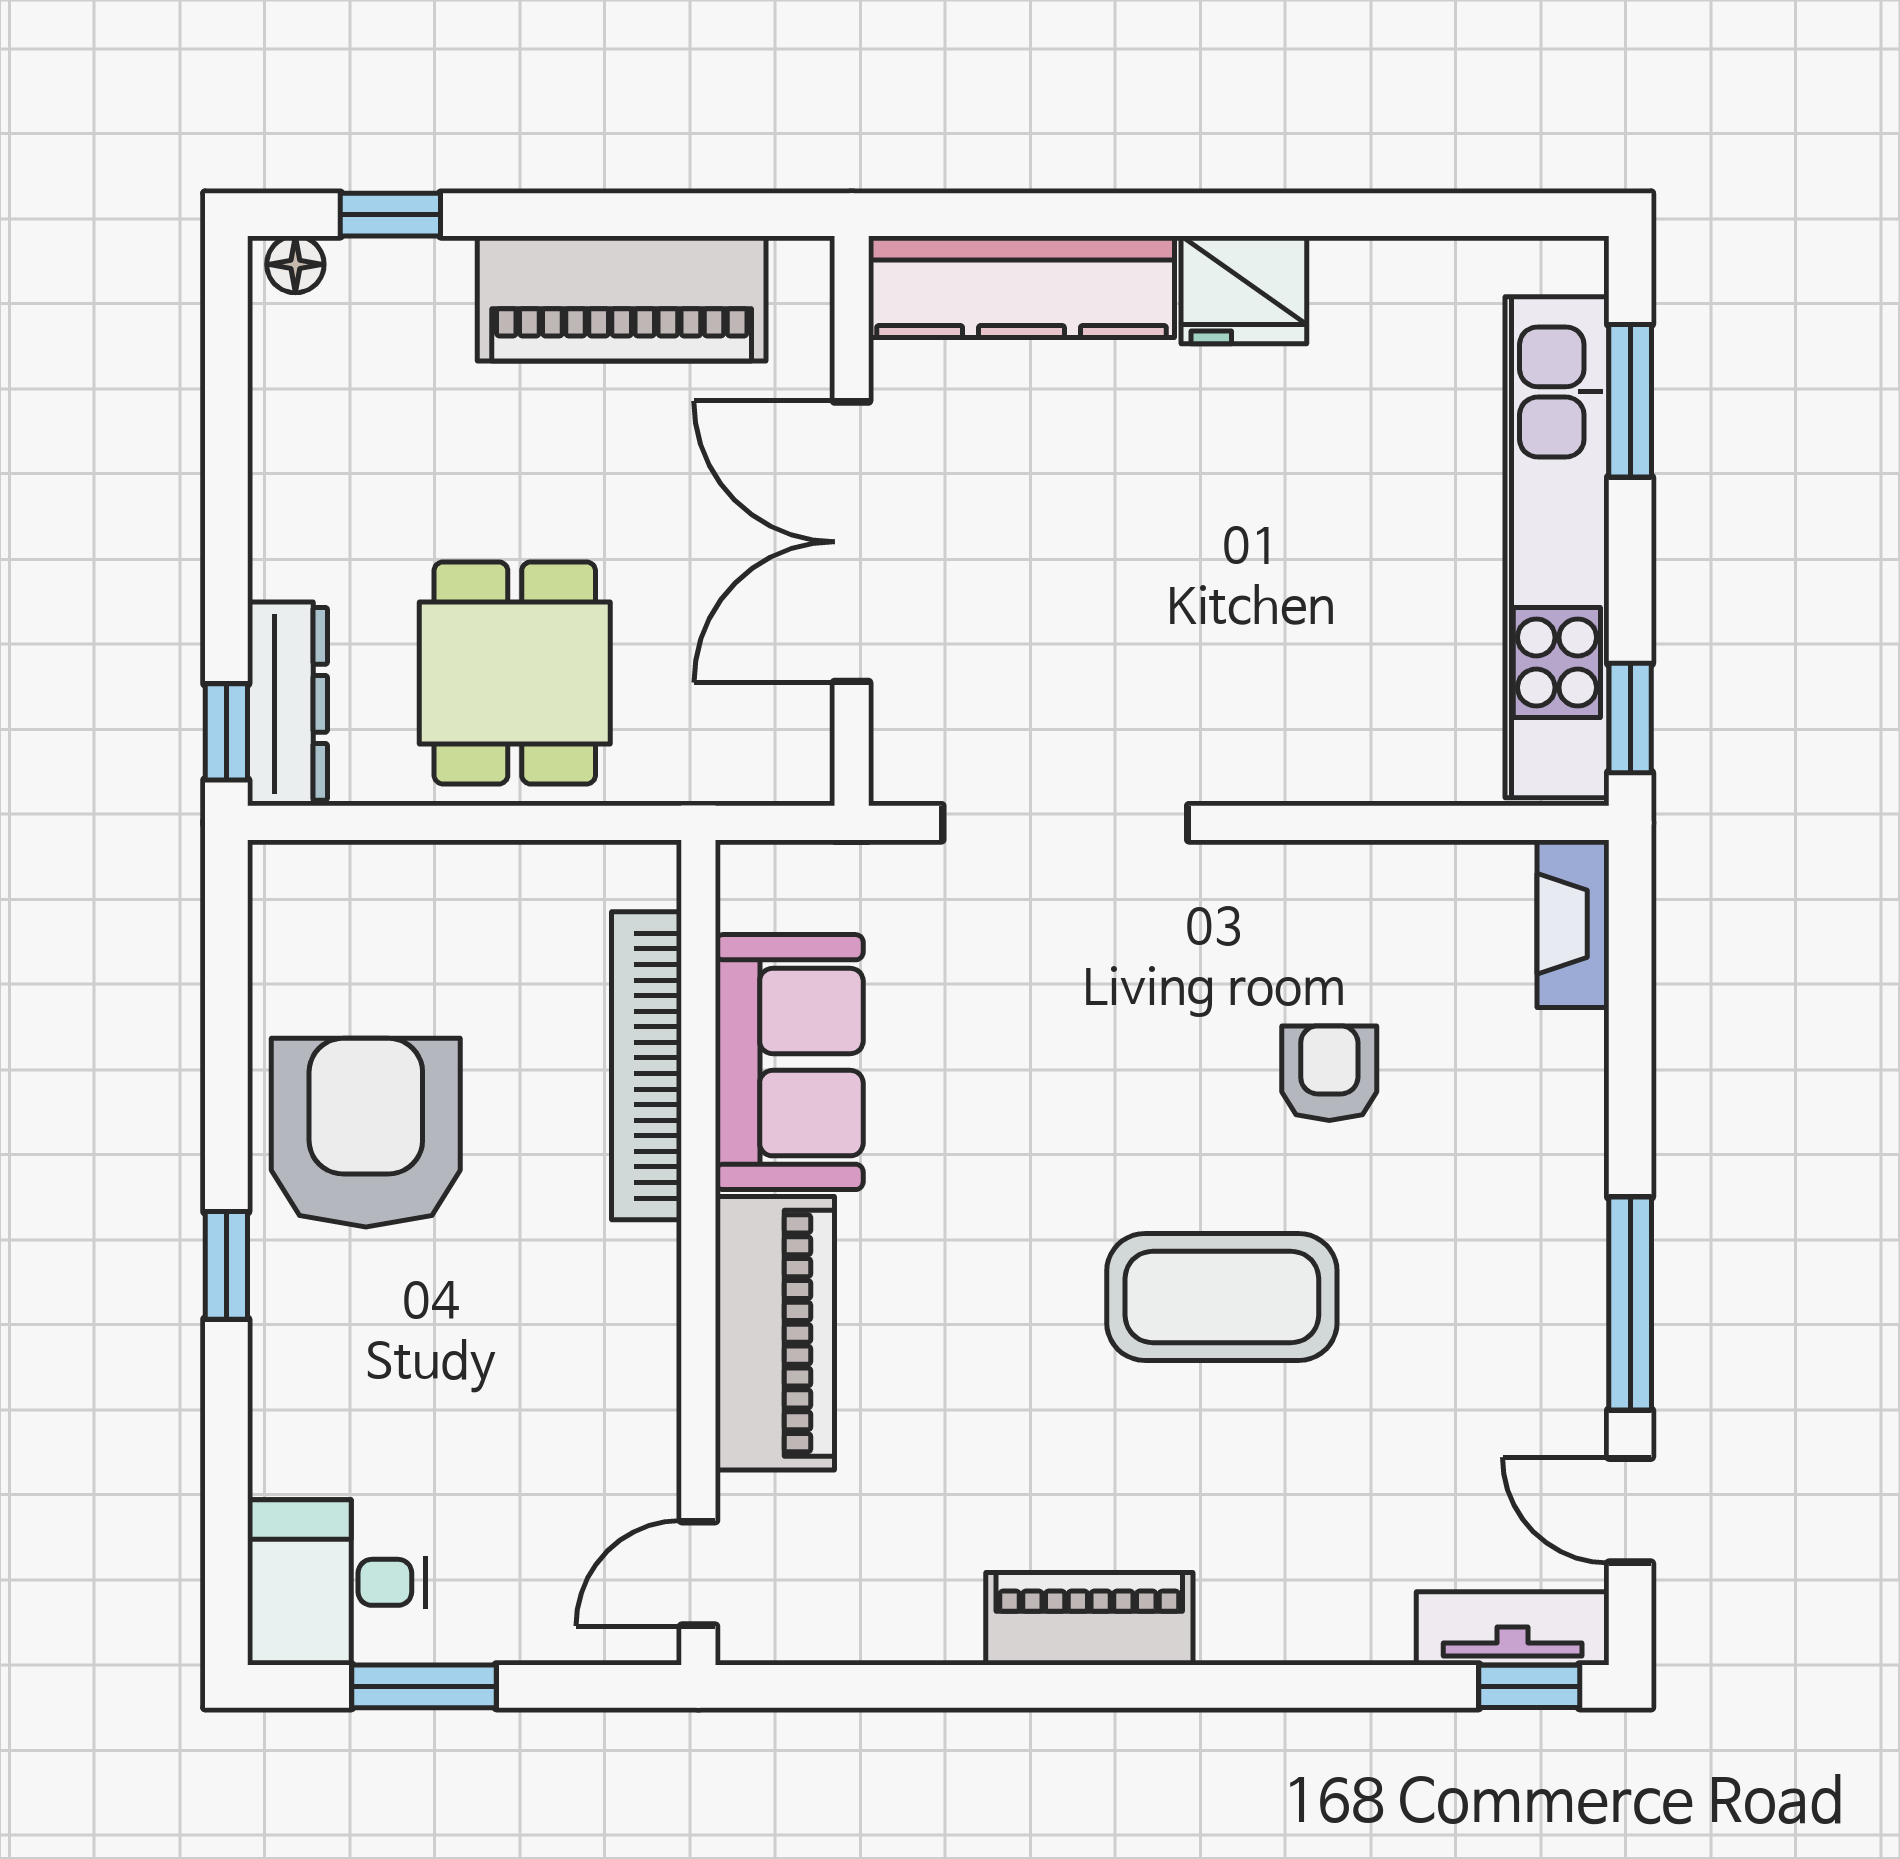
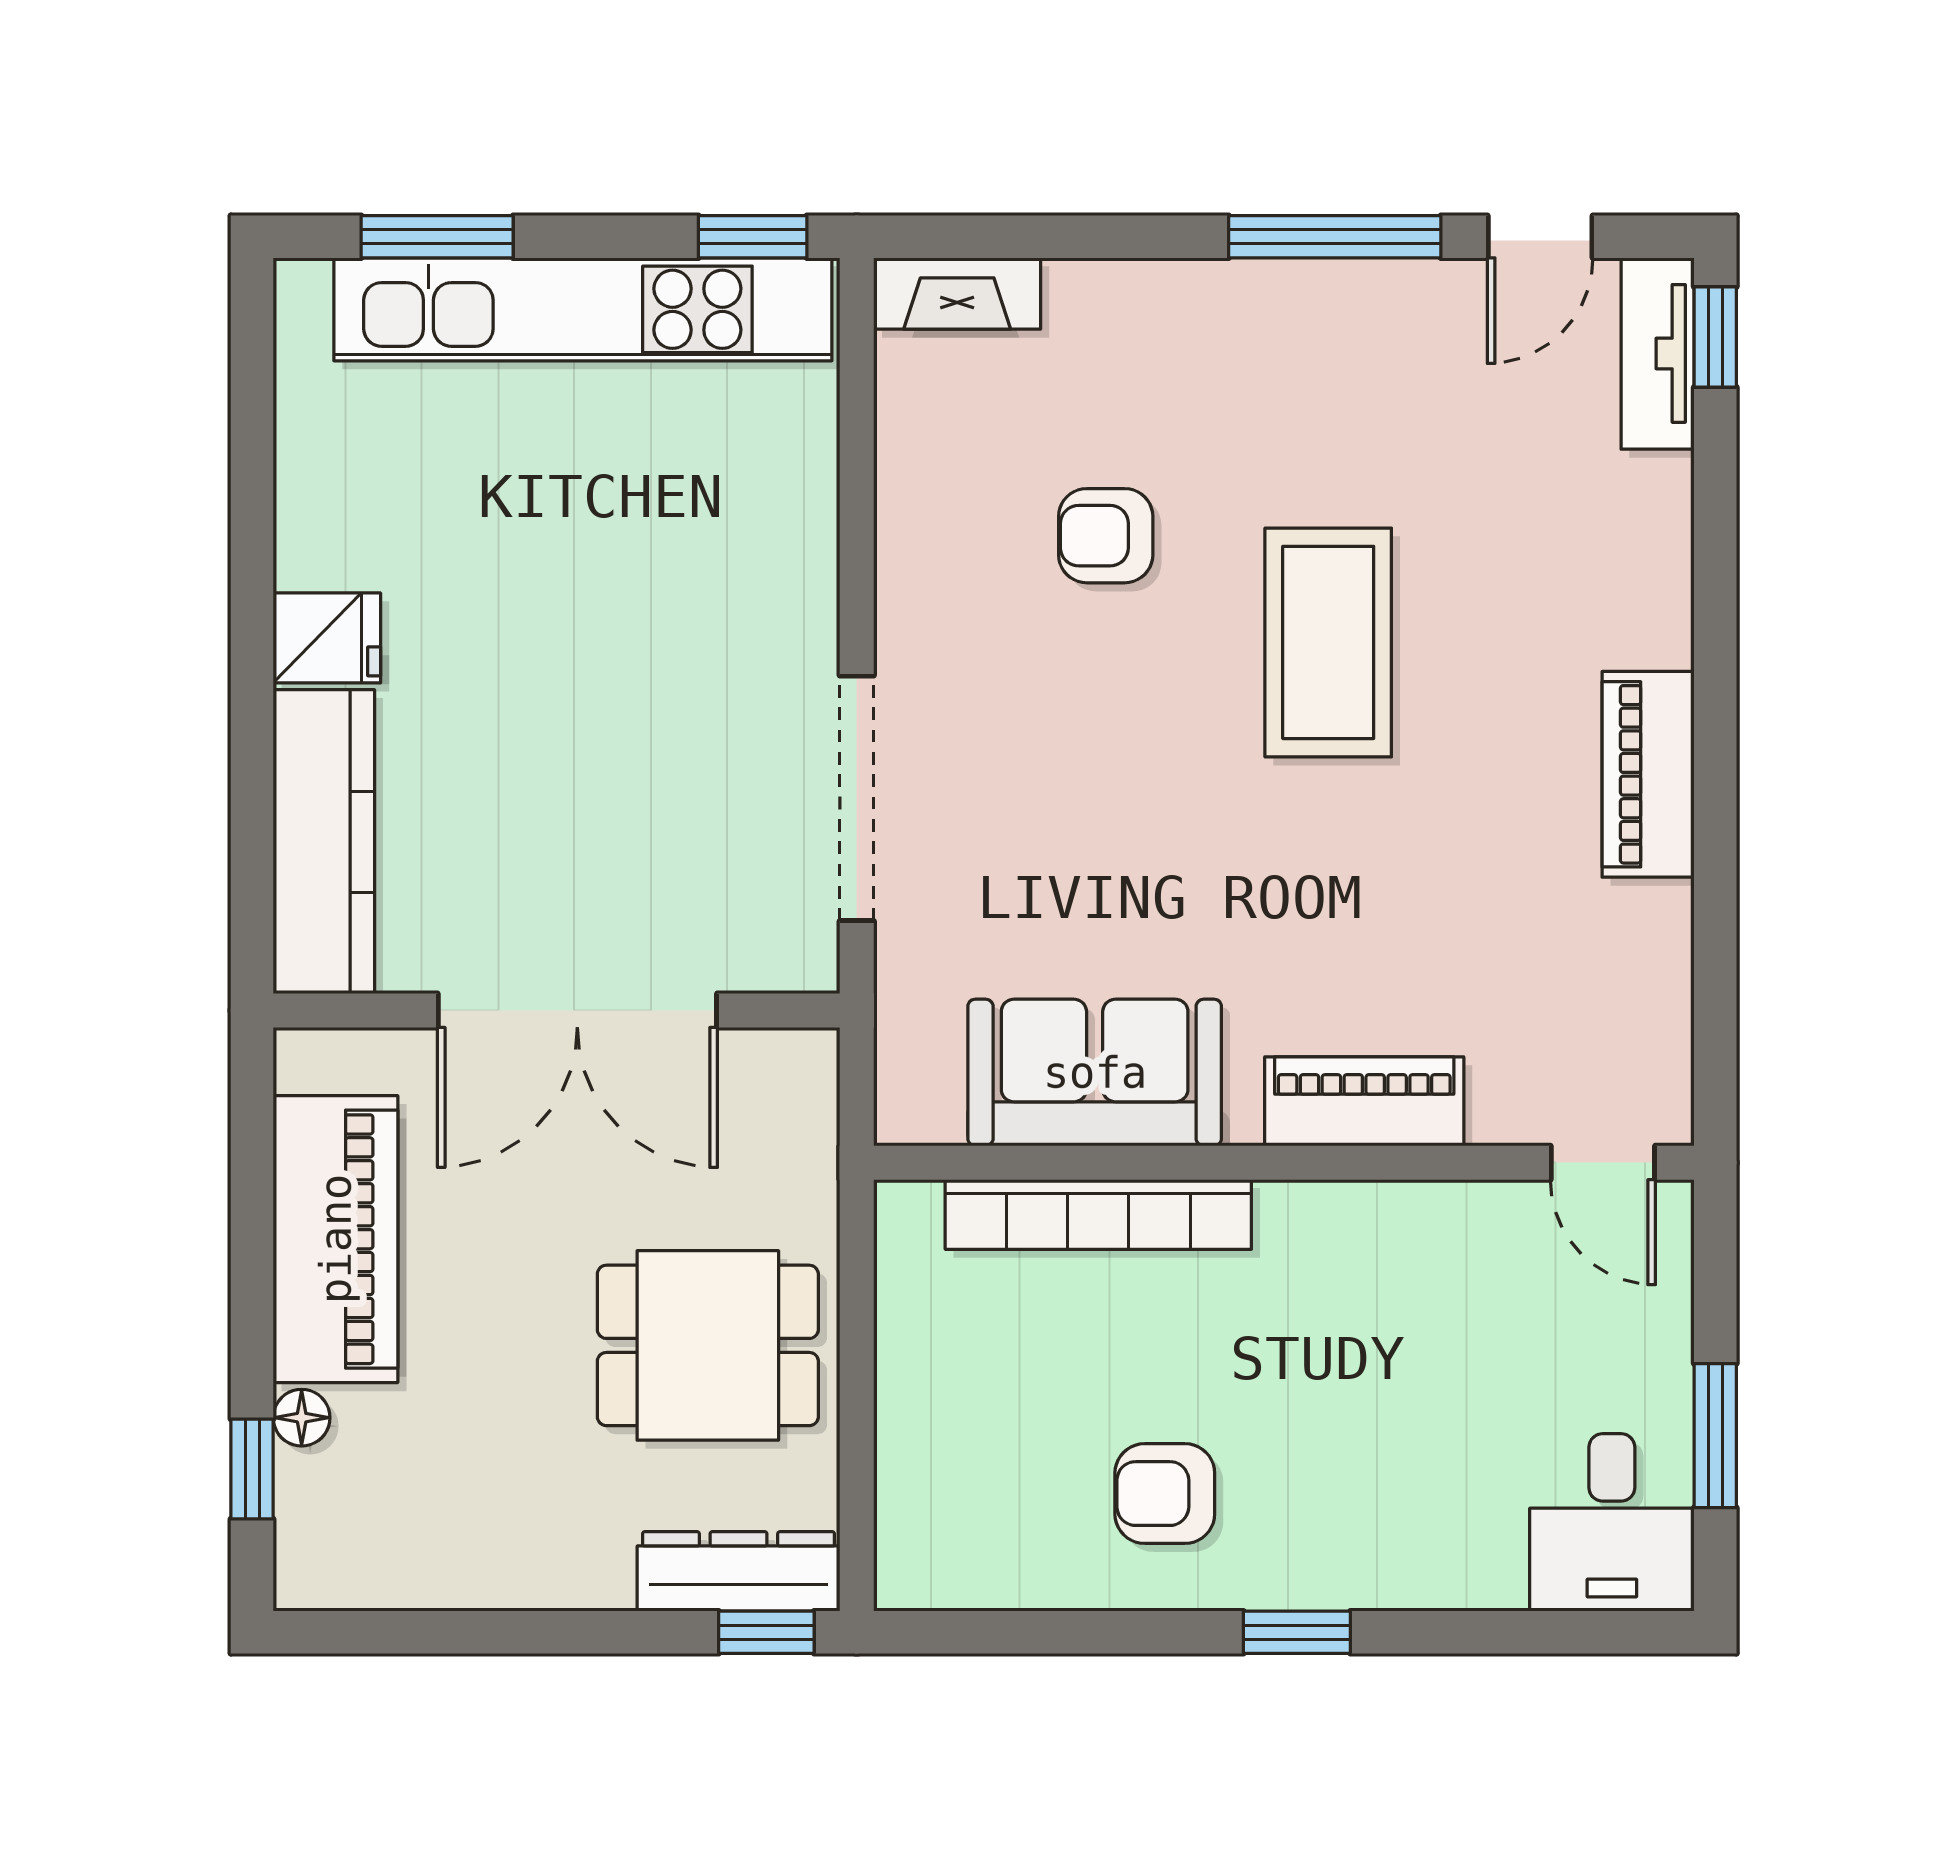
floor lamp: (295, 264) -> (302, 1418), moved
fridge: (1244, 290) -> (327, 638), width x0.72
armchair: (366, 1133) -> (1165, 1494), width x0.53, depth x0.53
piano: (775, 1333) -> (1364, 1101), width x0.73, depth x0.75

